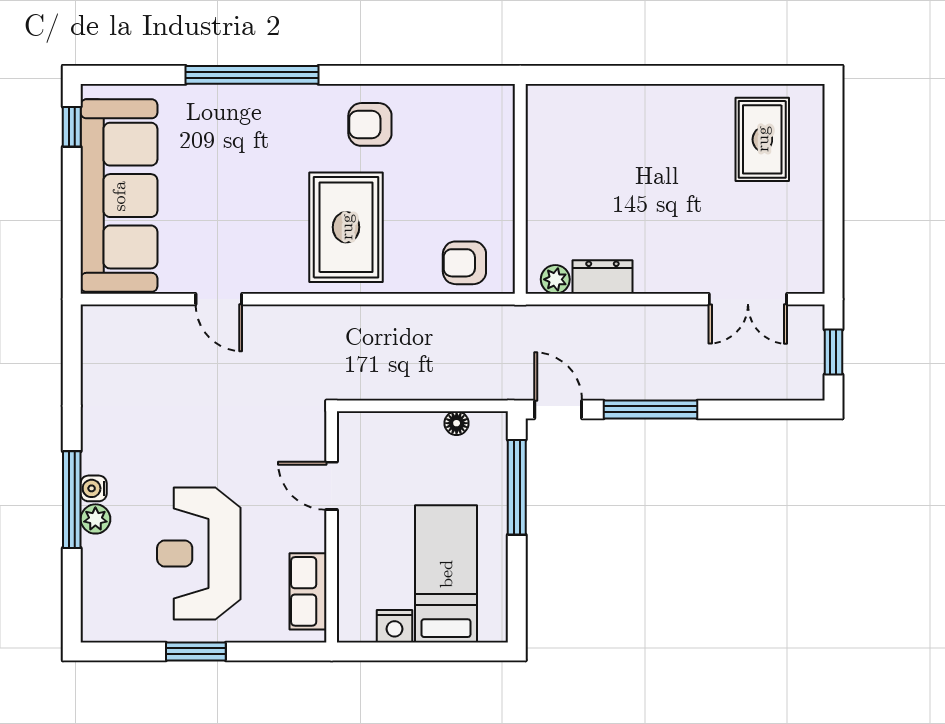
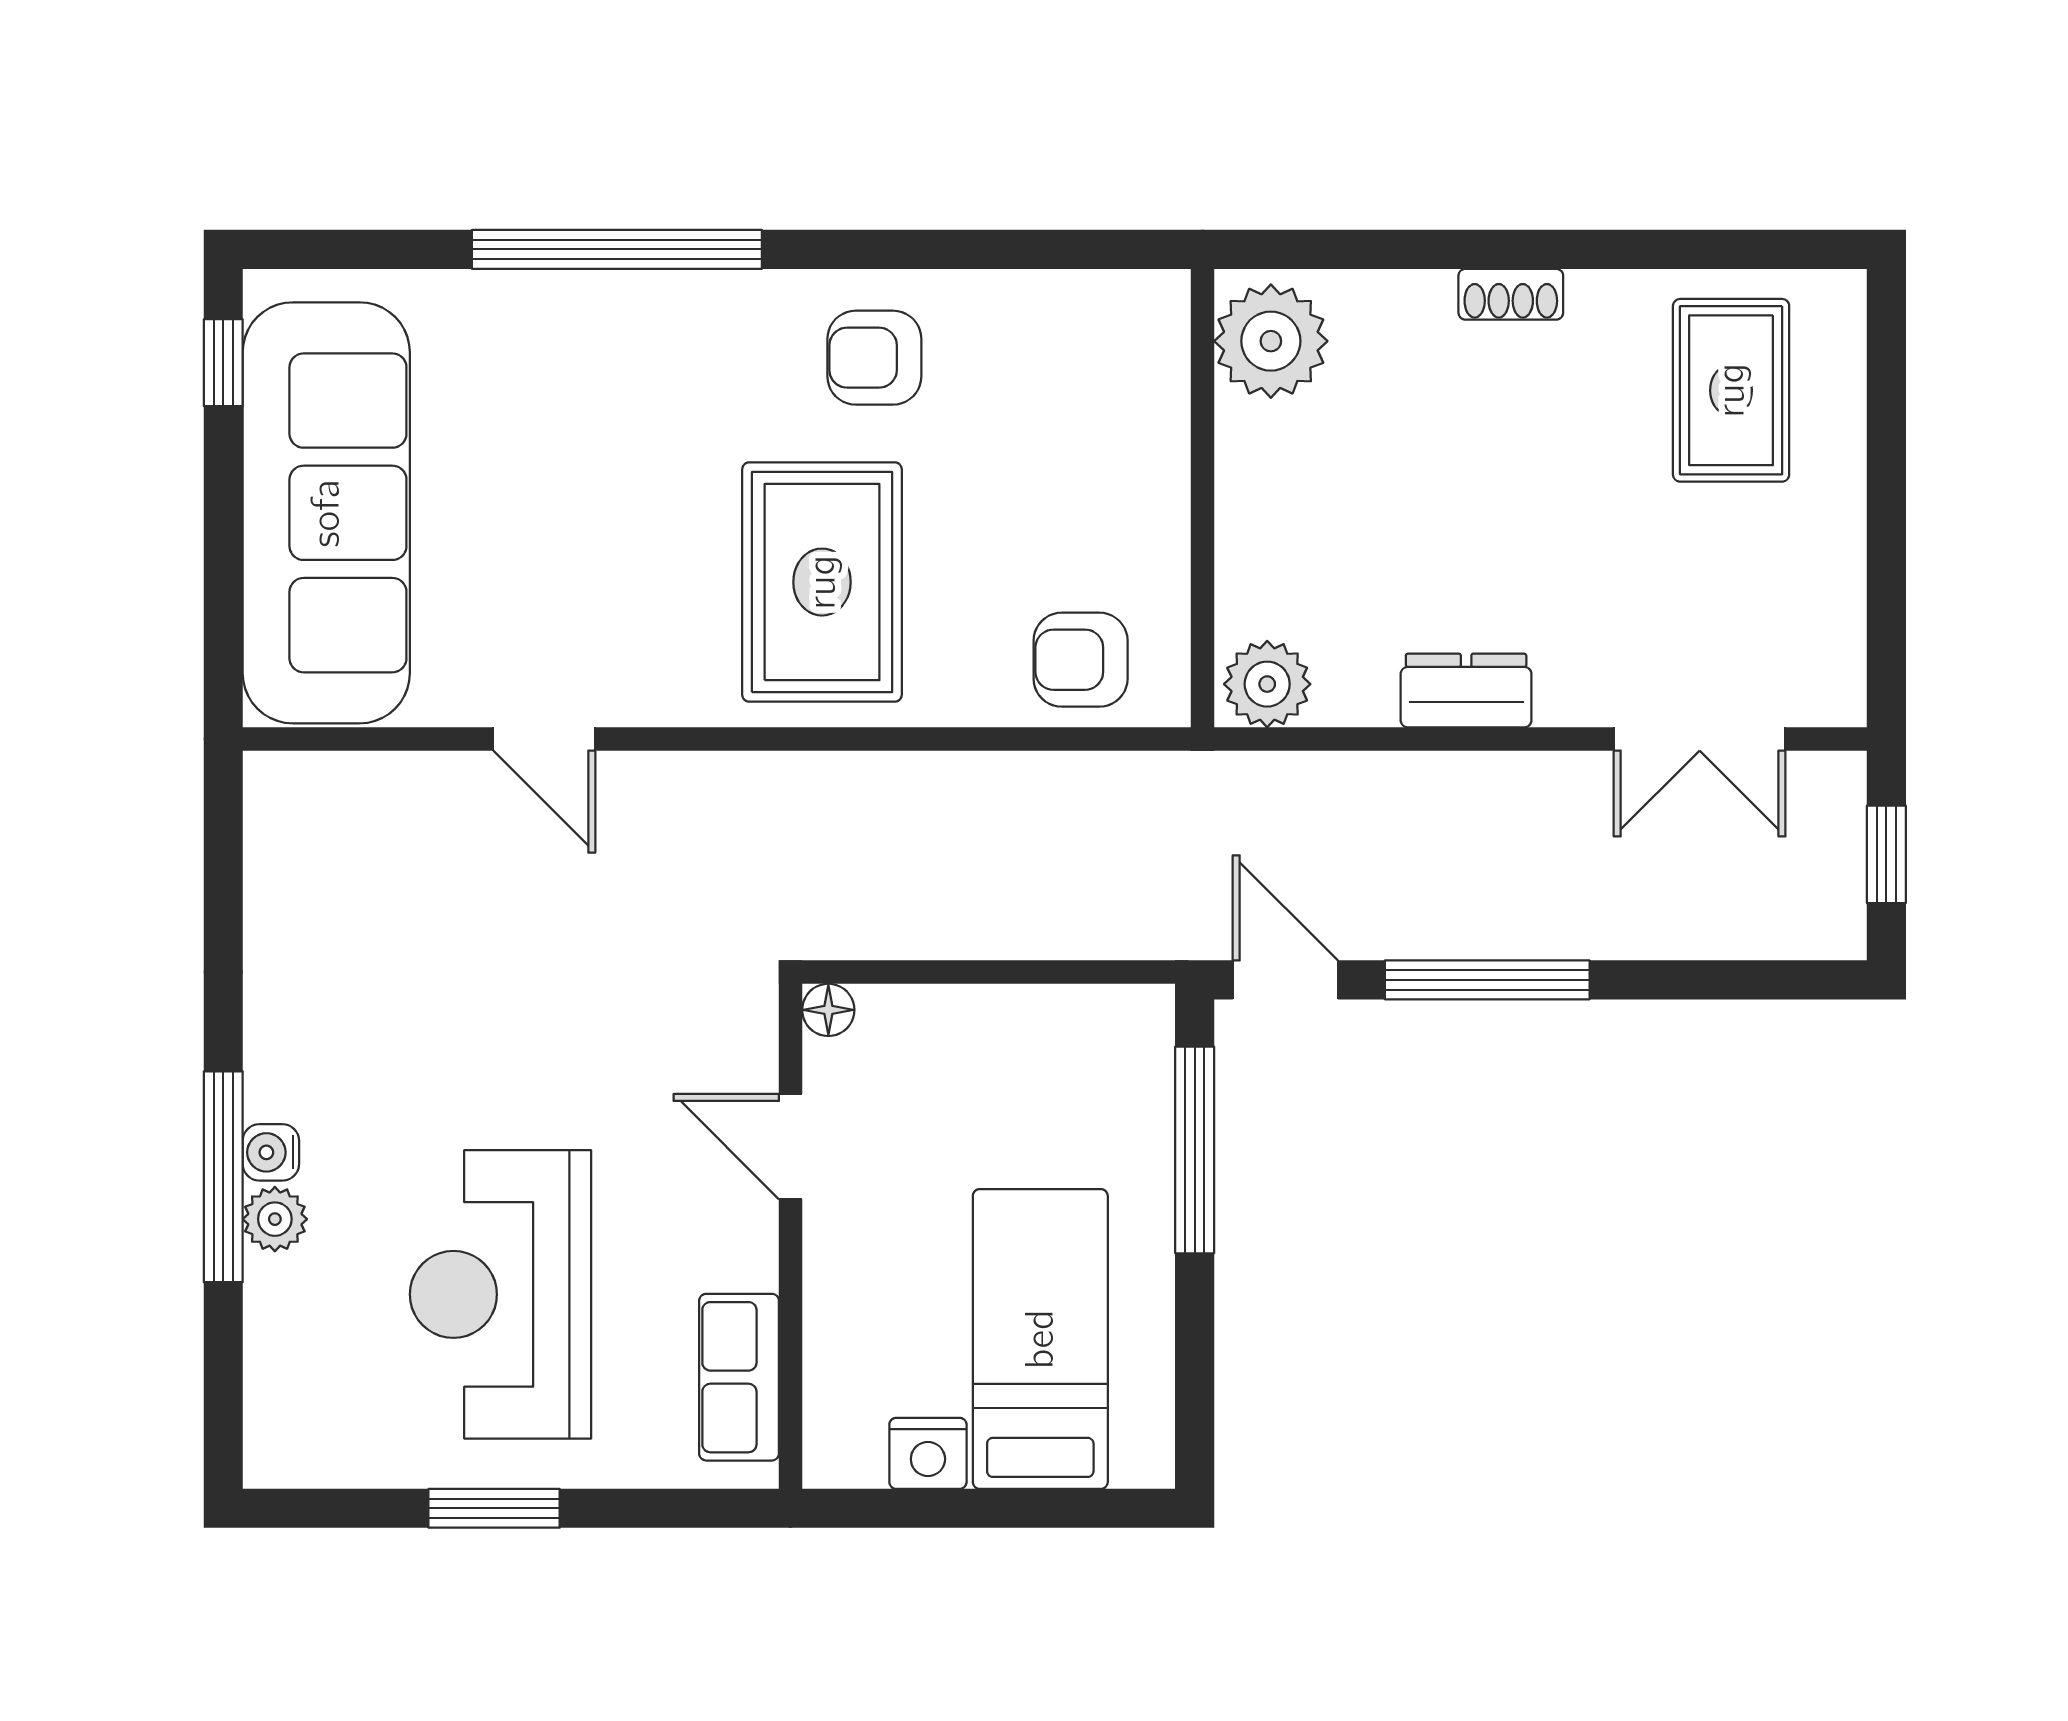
shoe rack: (661, 95) -> (1511, 294), added
plant: (552, 117) -> (1271, 341), added
dresser: (602, 277) -> (1466, 690), moved
plant: (555, 279) -> (1267, 684), width x1.38, depth x1.38
floor lamp: (457, 423) -> (828, 1010), moved

